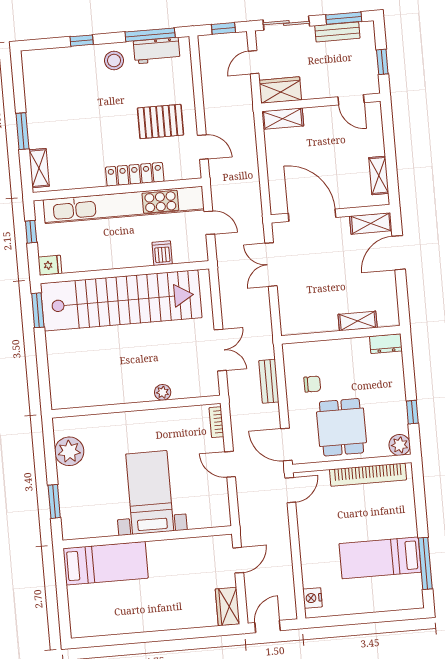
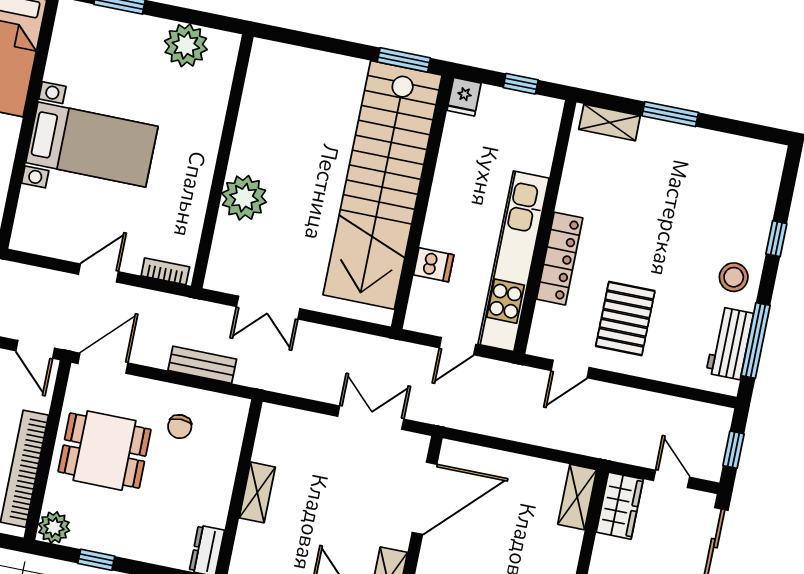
kitchen unit: (124, 205) -> (514, 261), width x0.73
shelving: (358, 321) -> (257, 492), moved
plant: (163, 392) -> (244, 198), width x1.88, depth x1.88

